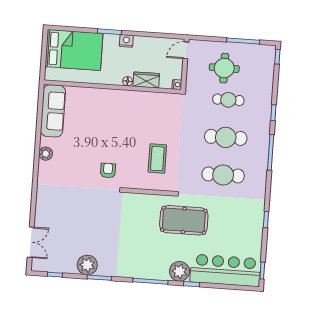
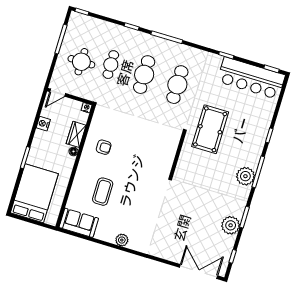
nightstand: (126, 41) -> (43, 124), moved
door: (186, 50) -> (58, 93), hinge flipped
sofa: (53, 111) -> (79, 223), width x0.73
coffee table: (157, 159) -> (103, 192), moved, turned 90
armchair: (108, 171) -> (104, 147), moved, turned 180
double door: (31, 242) -> (199, 272), width x1.37
bar counter: (225, 270) -> (251, 78), moved, turned -90
plant: (179, 271) -> (245, 176), moved

